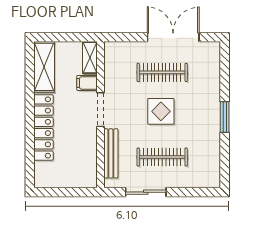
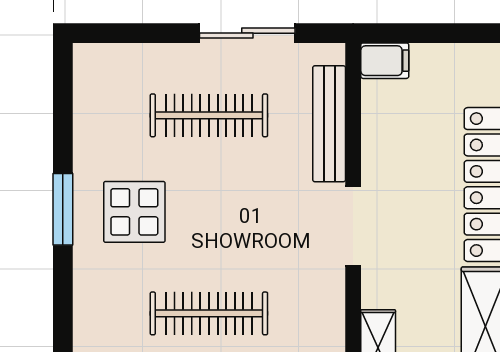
filing cabinet: (87, 83) -> (385, 61), moved
display table: (161, 111) -> (134, 212), moved

